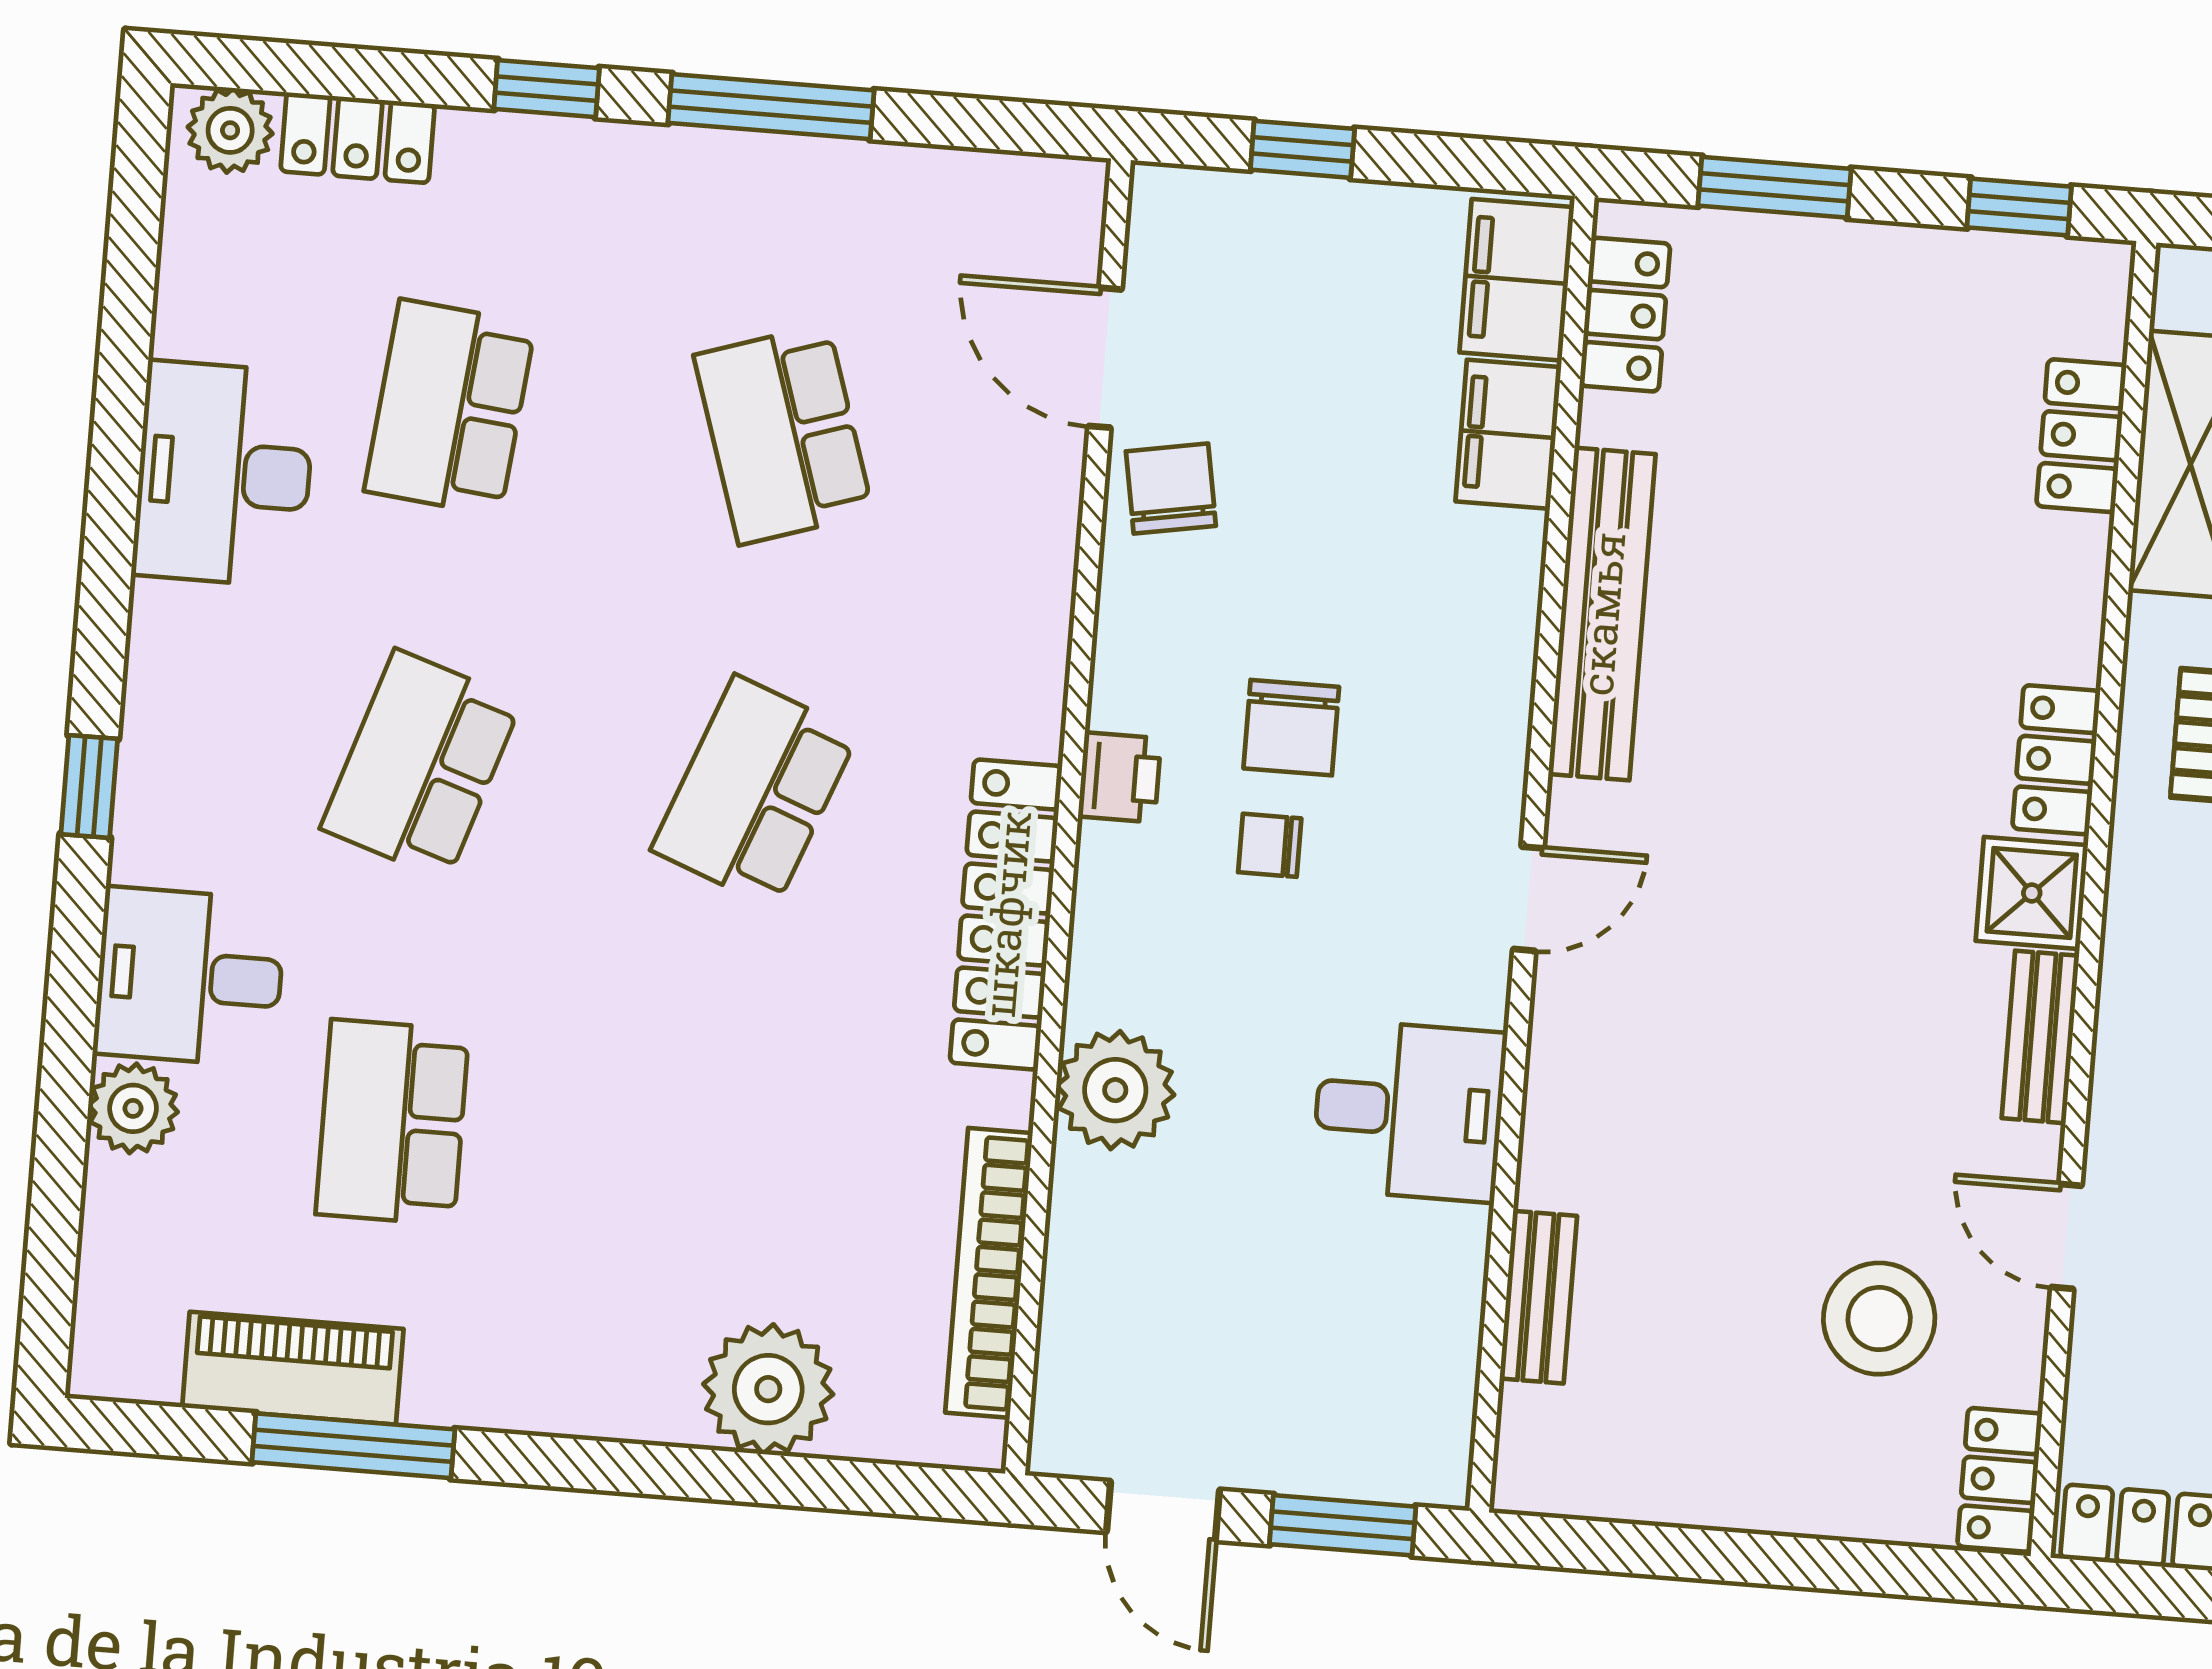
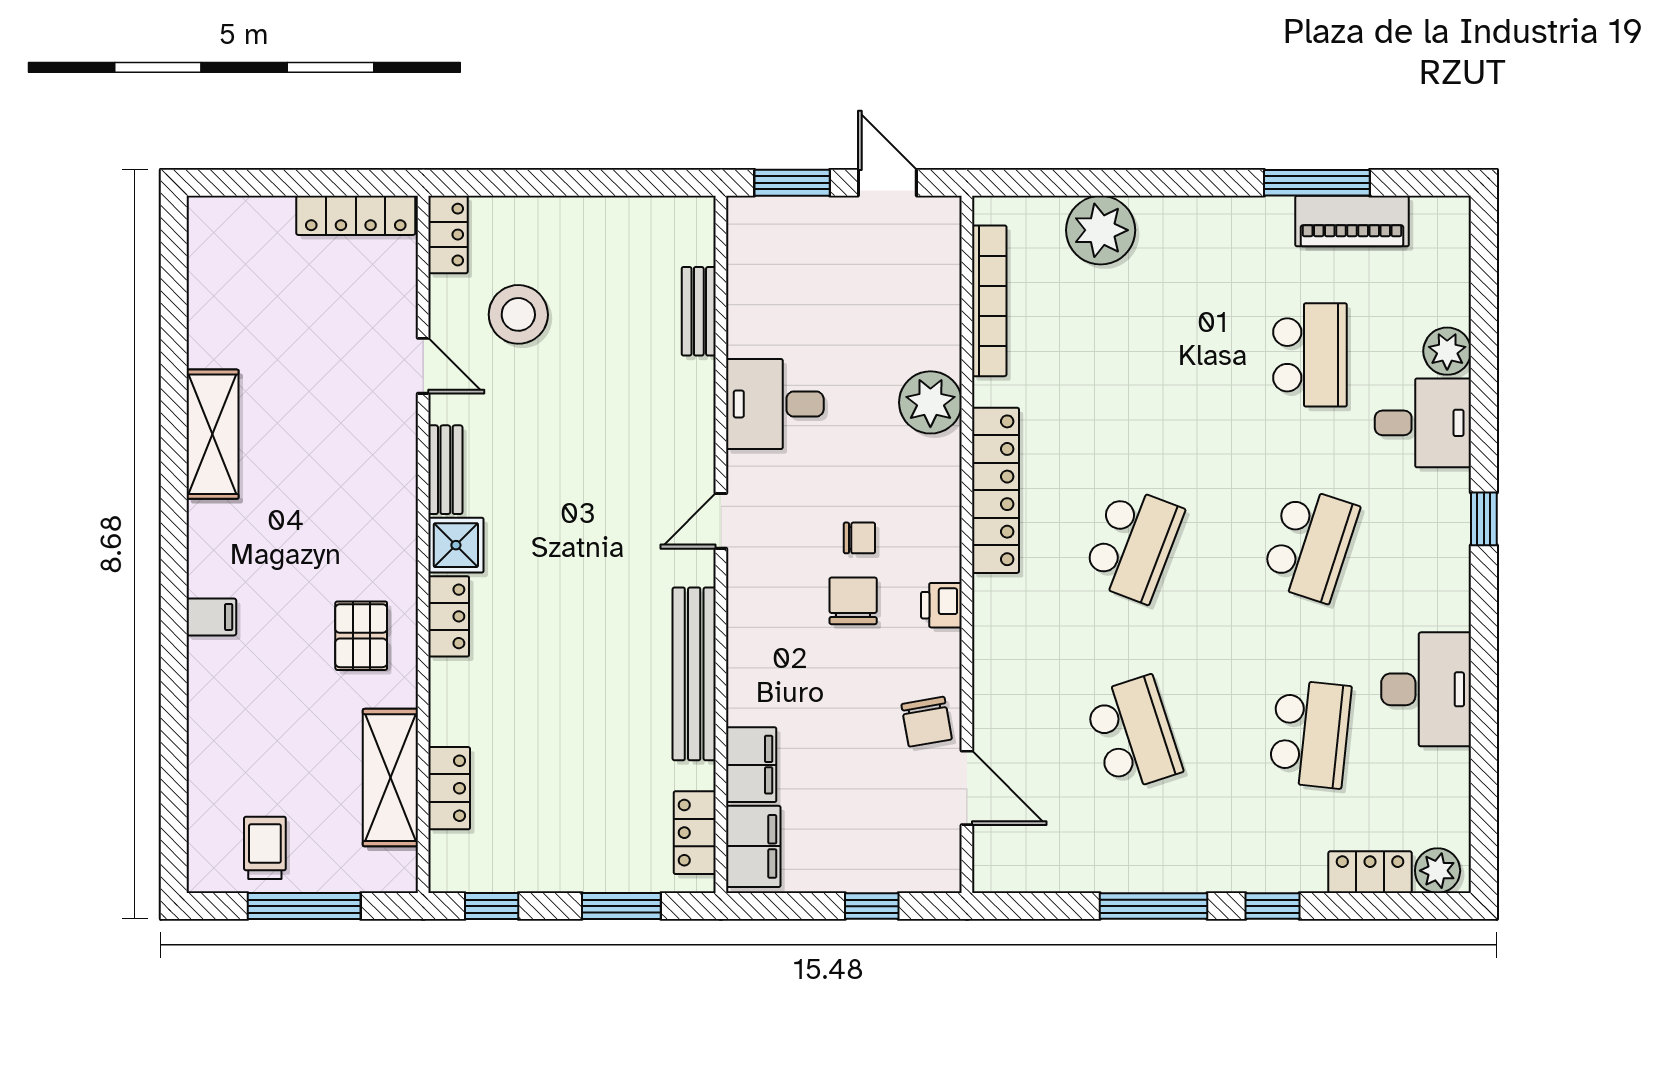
printer: (1120, 777) -> (941, 605), moved

